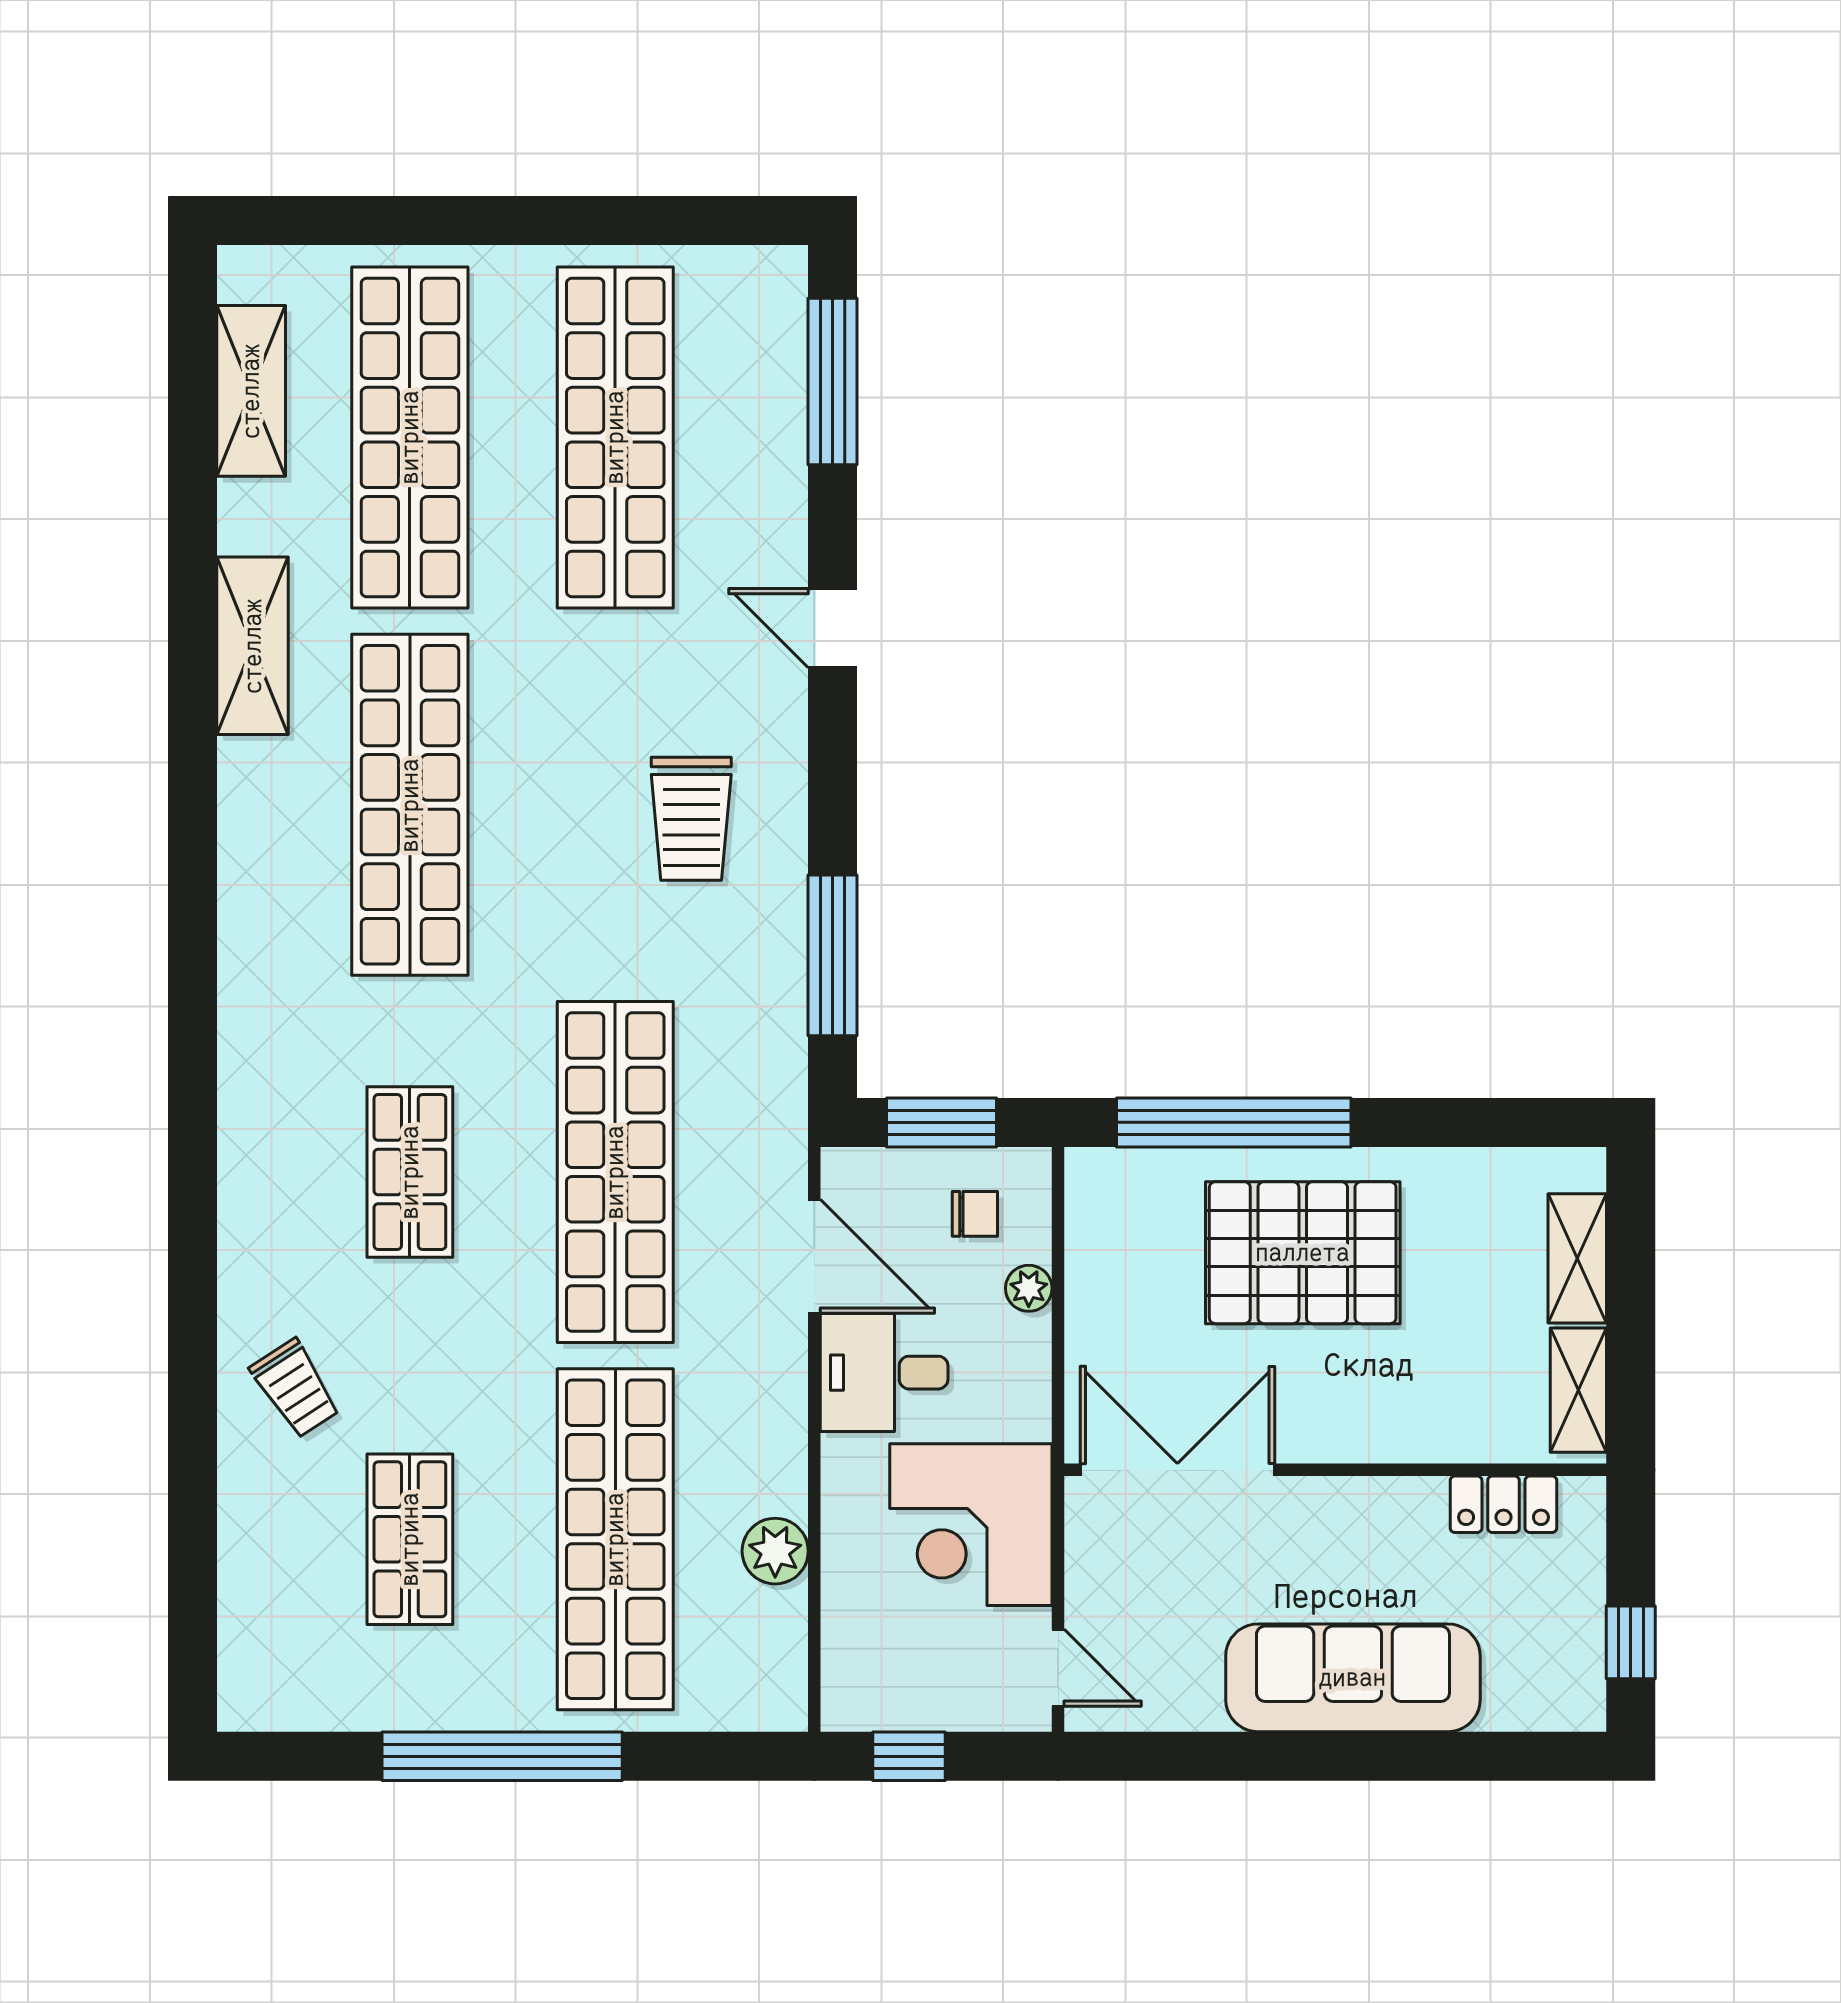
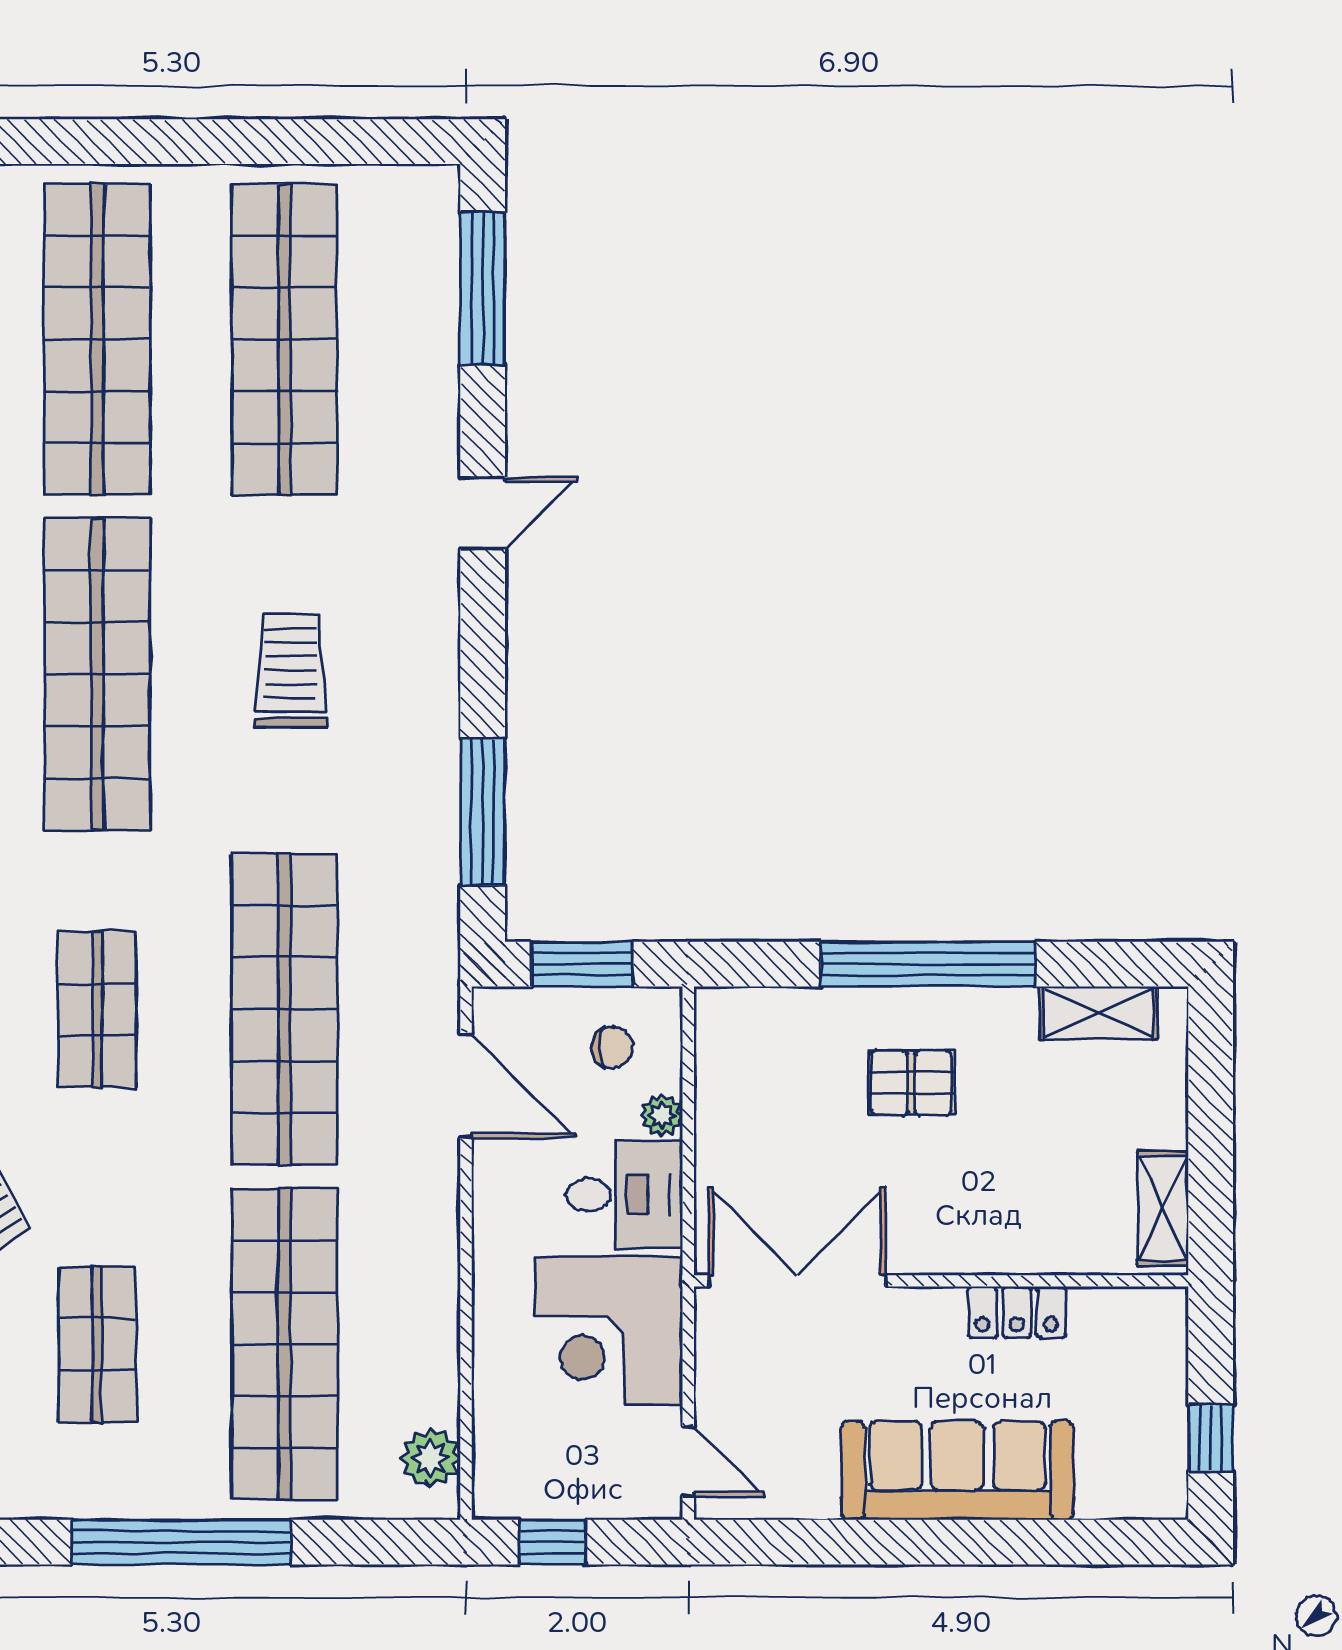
door: (832, 628) -> (483, 513), swing flipped
trolley: (691, 819) -> (291, 671), moved, turned 180
window: (1234, 1122) -> (928, 964), moved
pallet: (1303, 1253) -> (911, 1083), width x0.49, depth x0.50
shelving: (1577, 1258) -> (1099, 1013), moved, turned 90
desk: (884, 1373) -> (625, 1195), moved, turned 180
locker: (1503, 1504) -> (1017, 1312), moved
plant: (775, 1551) -> (430, 1458), moved

